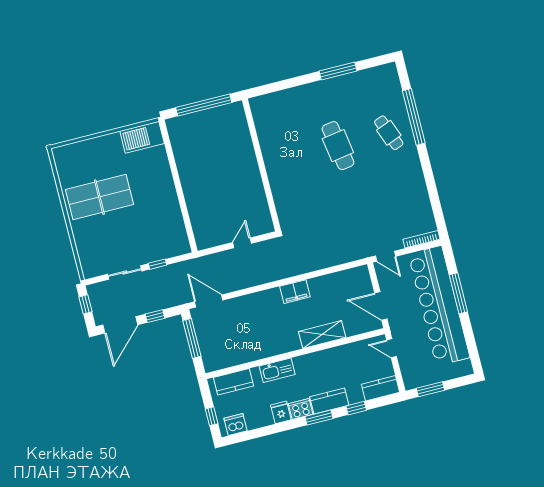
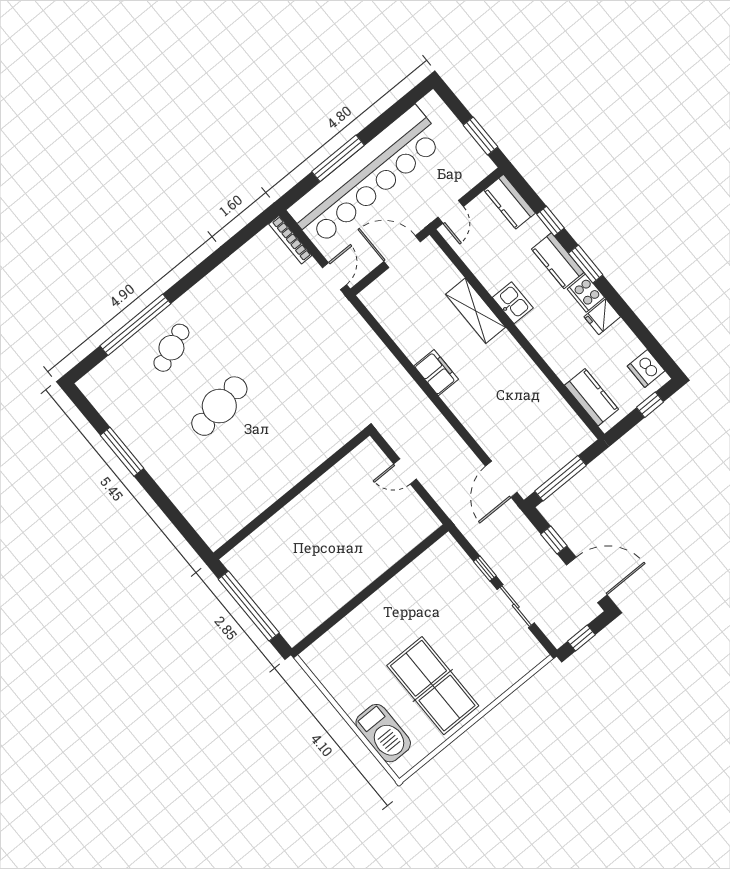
barbecue: (142, 137) -> (383, 733), moved
door: (381, 306) -> (402, 252), swing flipped
kitchen sink: (277, 370) -> (513, 303), moved, width x0.73

